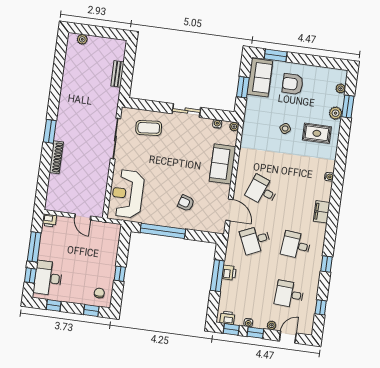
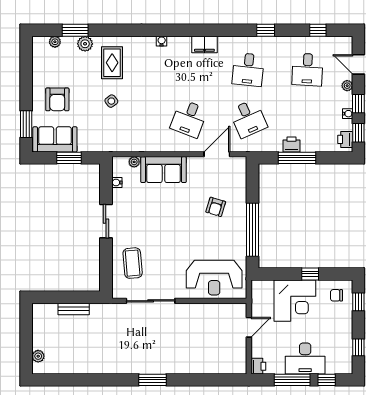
plant: (234, 127) -> (134, 162), moved
shoe rack: (56, 157) -> (182, 368), removed
corner desk: (100, 258) -> (295, 301), added
desk: (48, 278) -> (305, 359), moved

